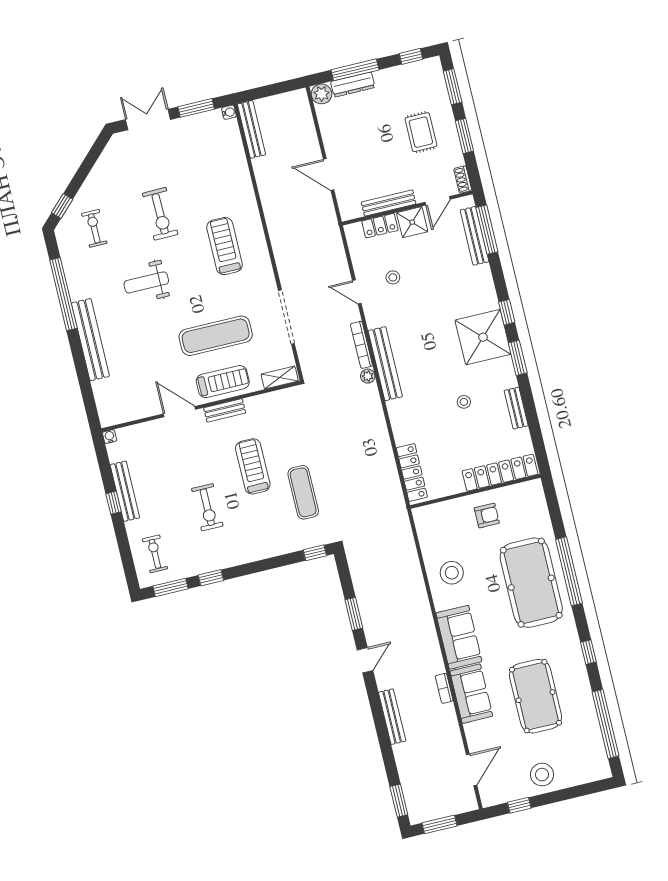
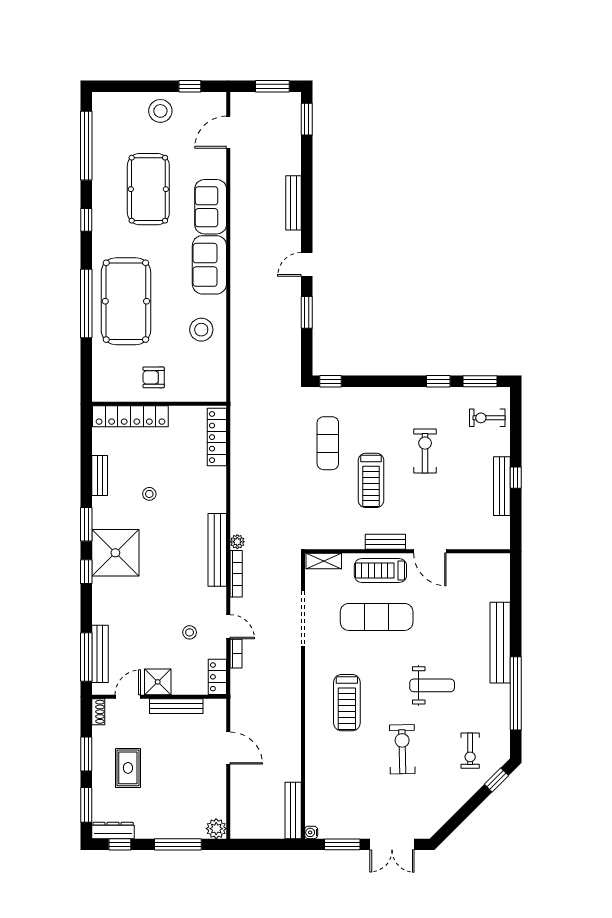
dresser: (353, 85) -> (113, 831), moved
locker: (380, 226) -> (217, 677), moved, turned -90
water cooler: (110, 437) -> (504, 543), removed
exercise bike: (155, 554) -> (487, 418), turned 90
bookcase: (444, 688) -> (236, 654), moved

